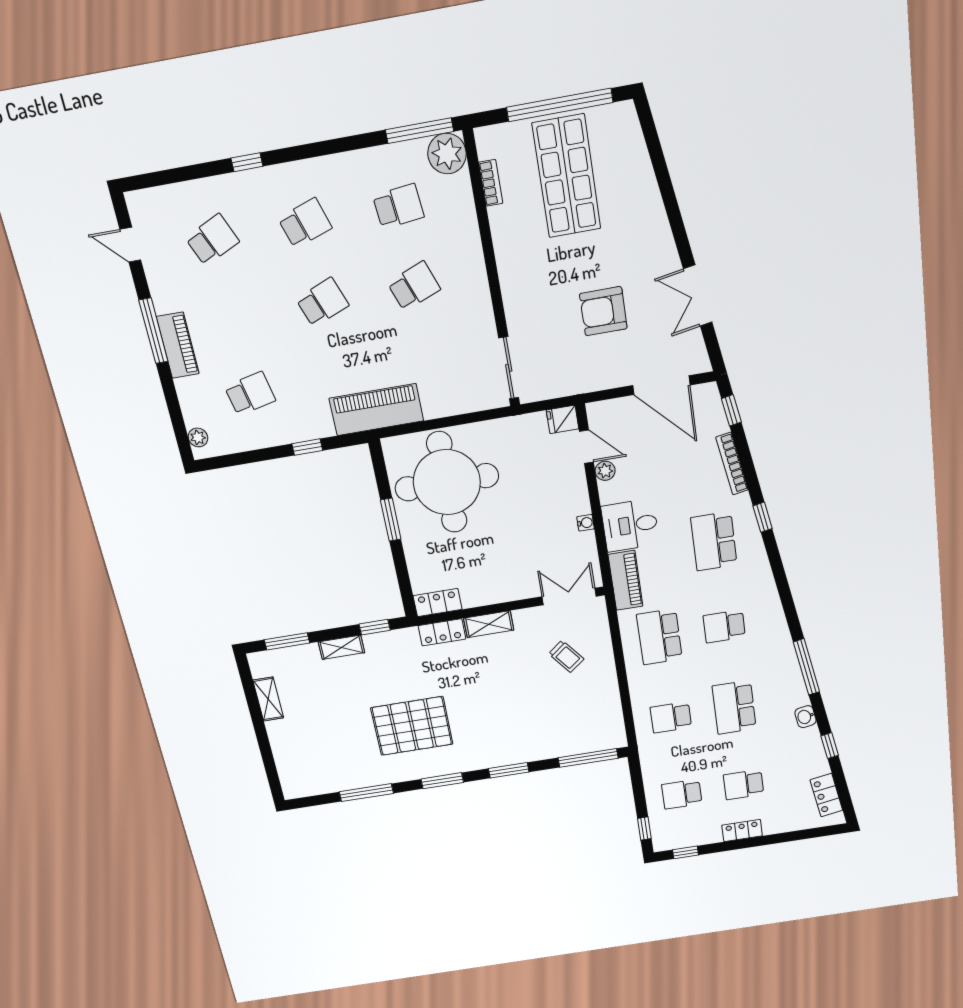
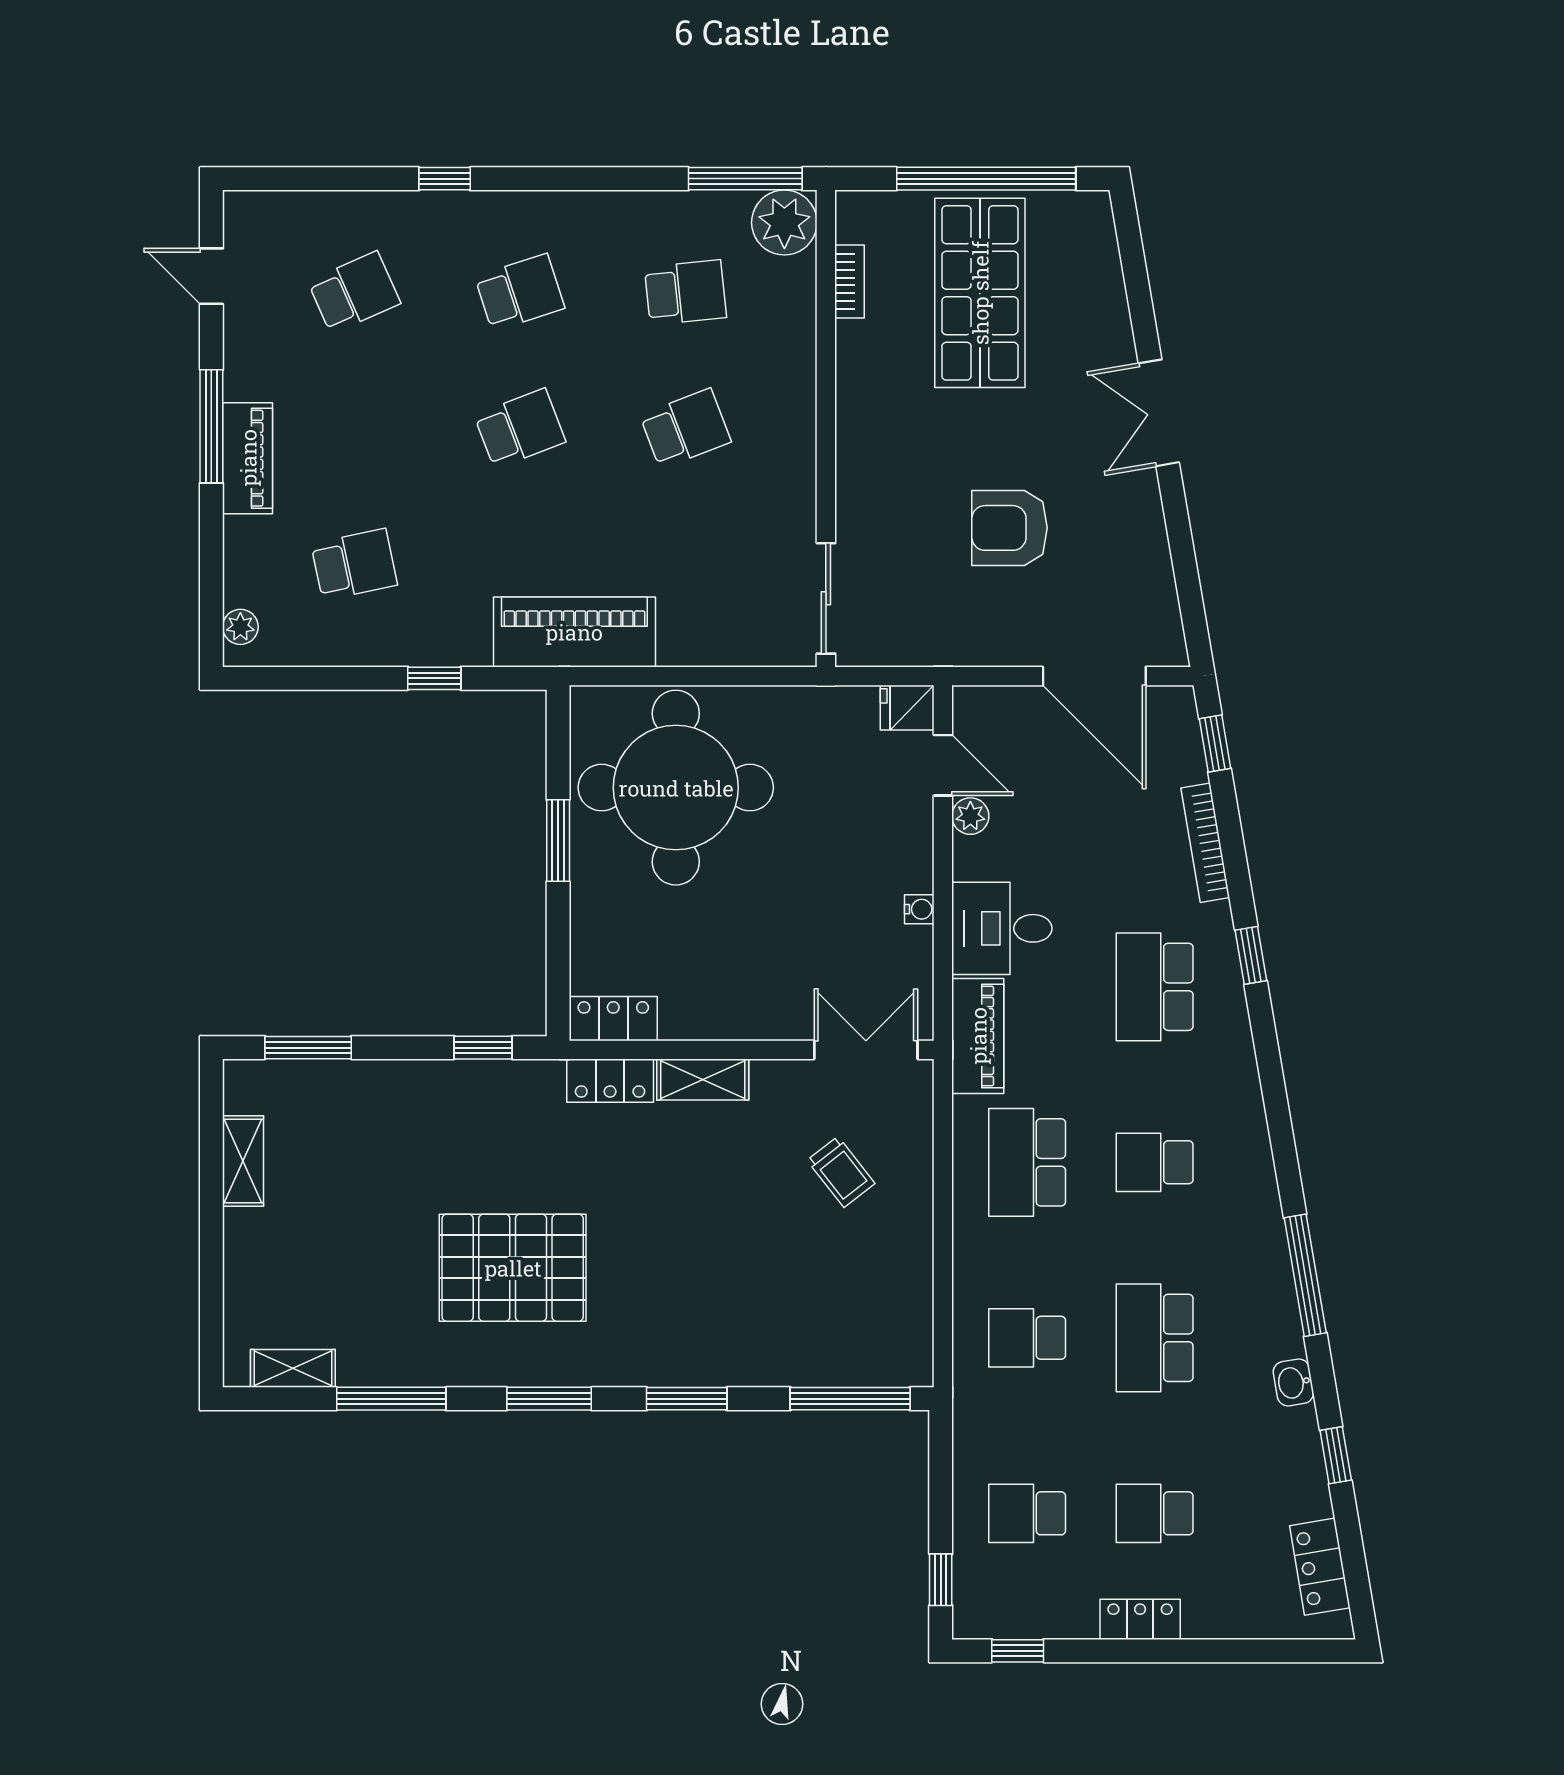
double door: (698, 296) -> (1159, 413), moved
shelving: (341, 647) -> (293, 1368), moved

